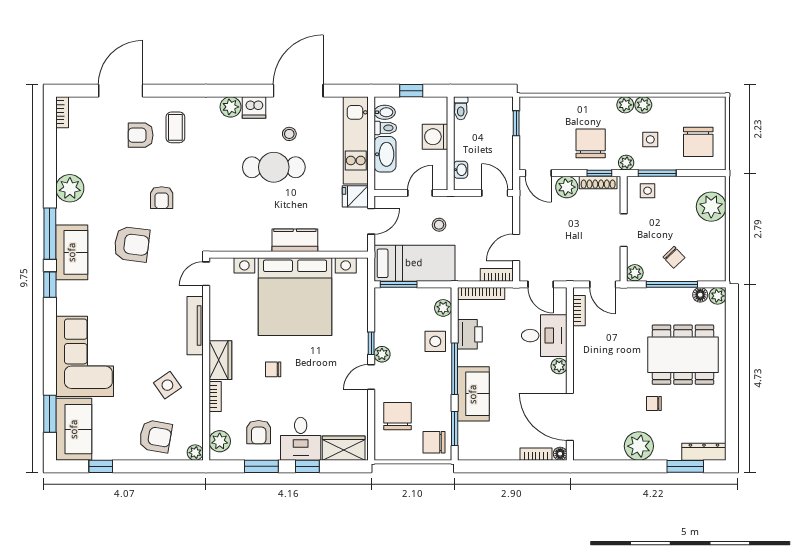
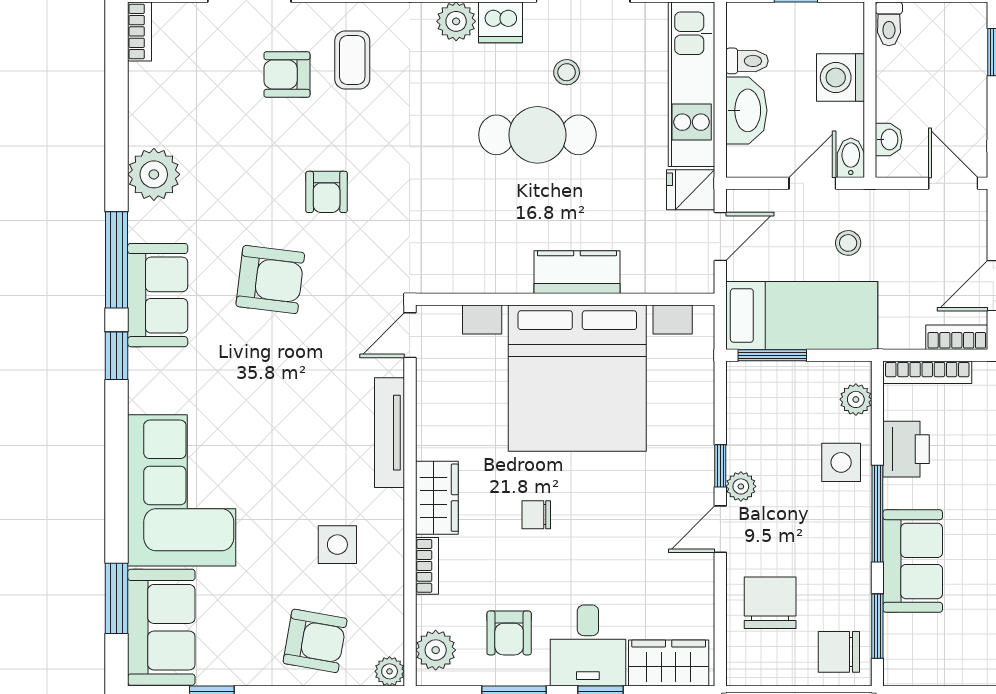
bidet: (385, 112) -> (851, 158), moved, turned -90
side table: (167, 385) -> (337, 545), turned 35

